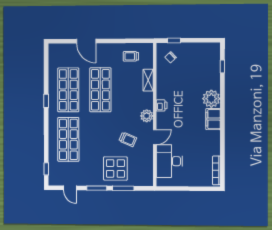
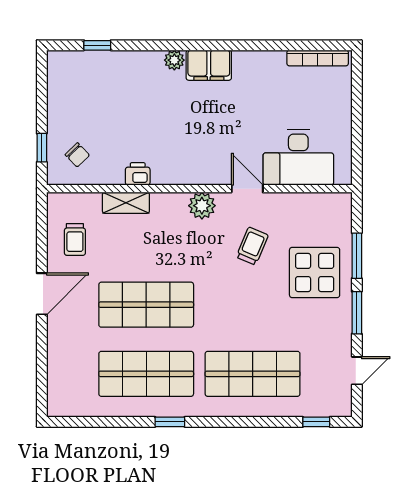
door: (86, 41) -> (42, 294), moved
plant: (211, 99) -> (174, 60), width x0.53, depth x0.53
printer: (162, 105) -> (138, 174), moved

